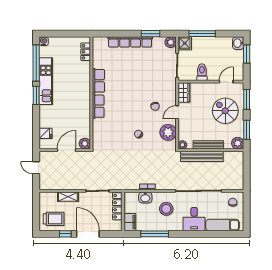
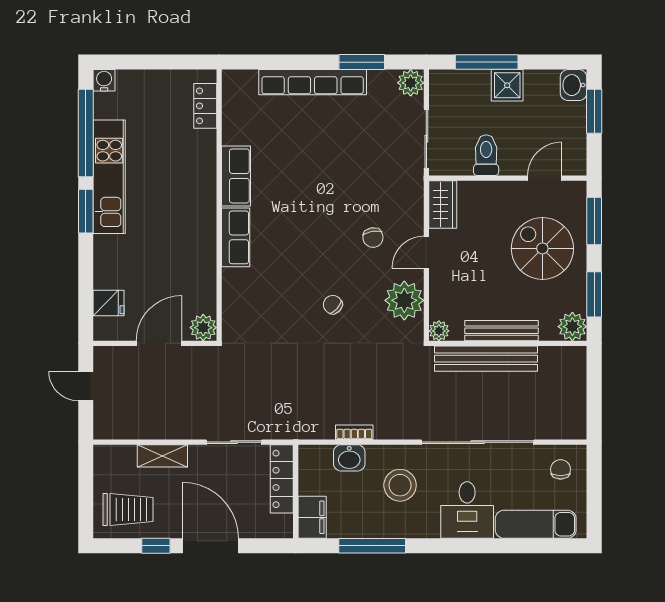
shower: (185, 43) -> (507, 85), moved

